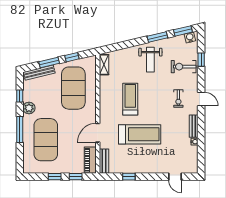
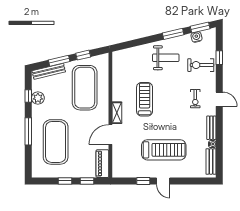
water cooler: (190, 37) -> (196, 37), moved
weight bench: (150, 60) -> (166, 58), turned -90
shelving: (104, 65) -> (117, 113), moved
plant: (29, 108) -> (38, 98), moved
treadmill: (140, 134) -> (164, 150), moved
bench: (104, 161) -> (211, 161), moved
door: (175, 177) -> (163, 181), moved

